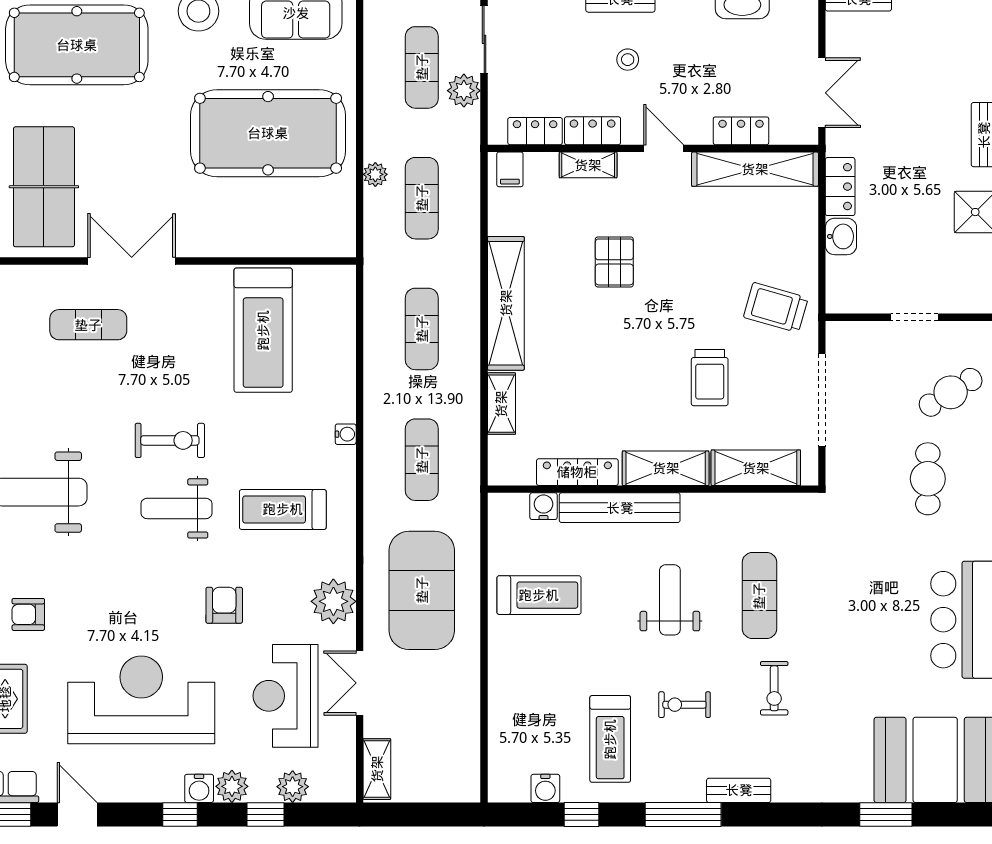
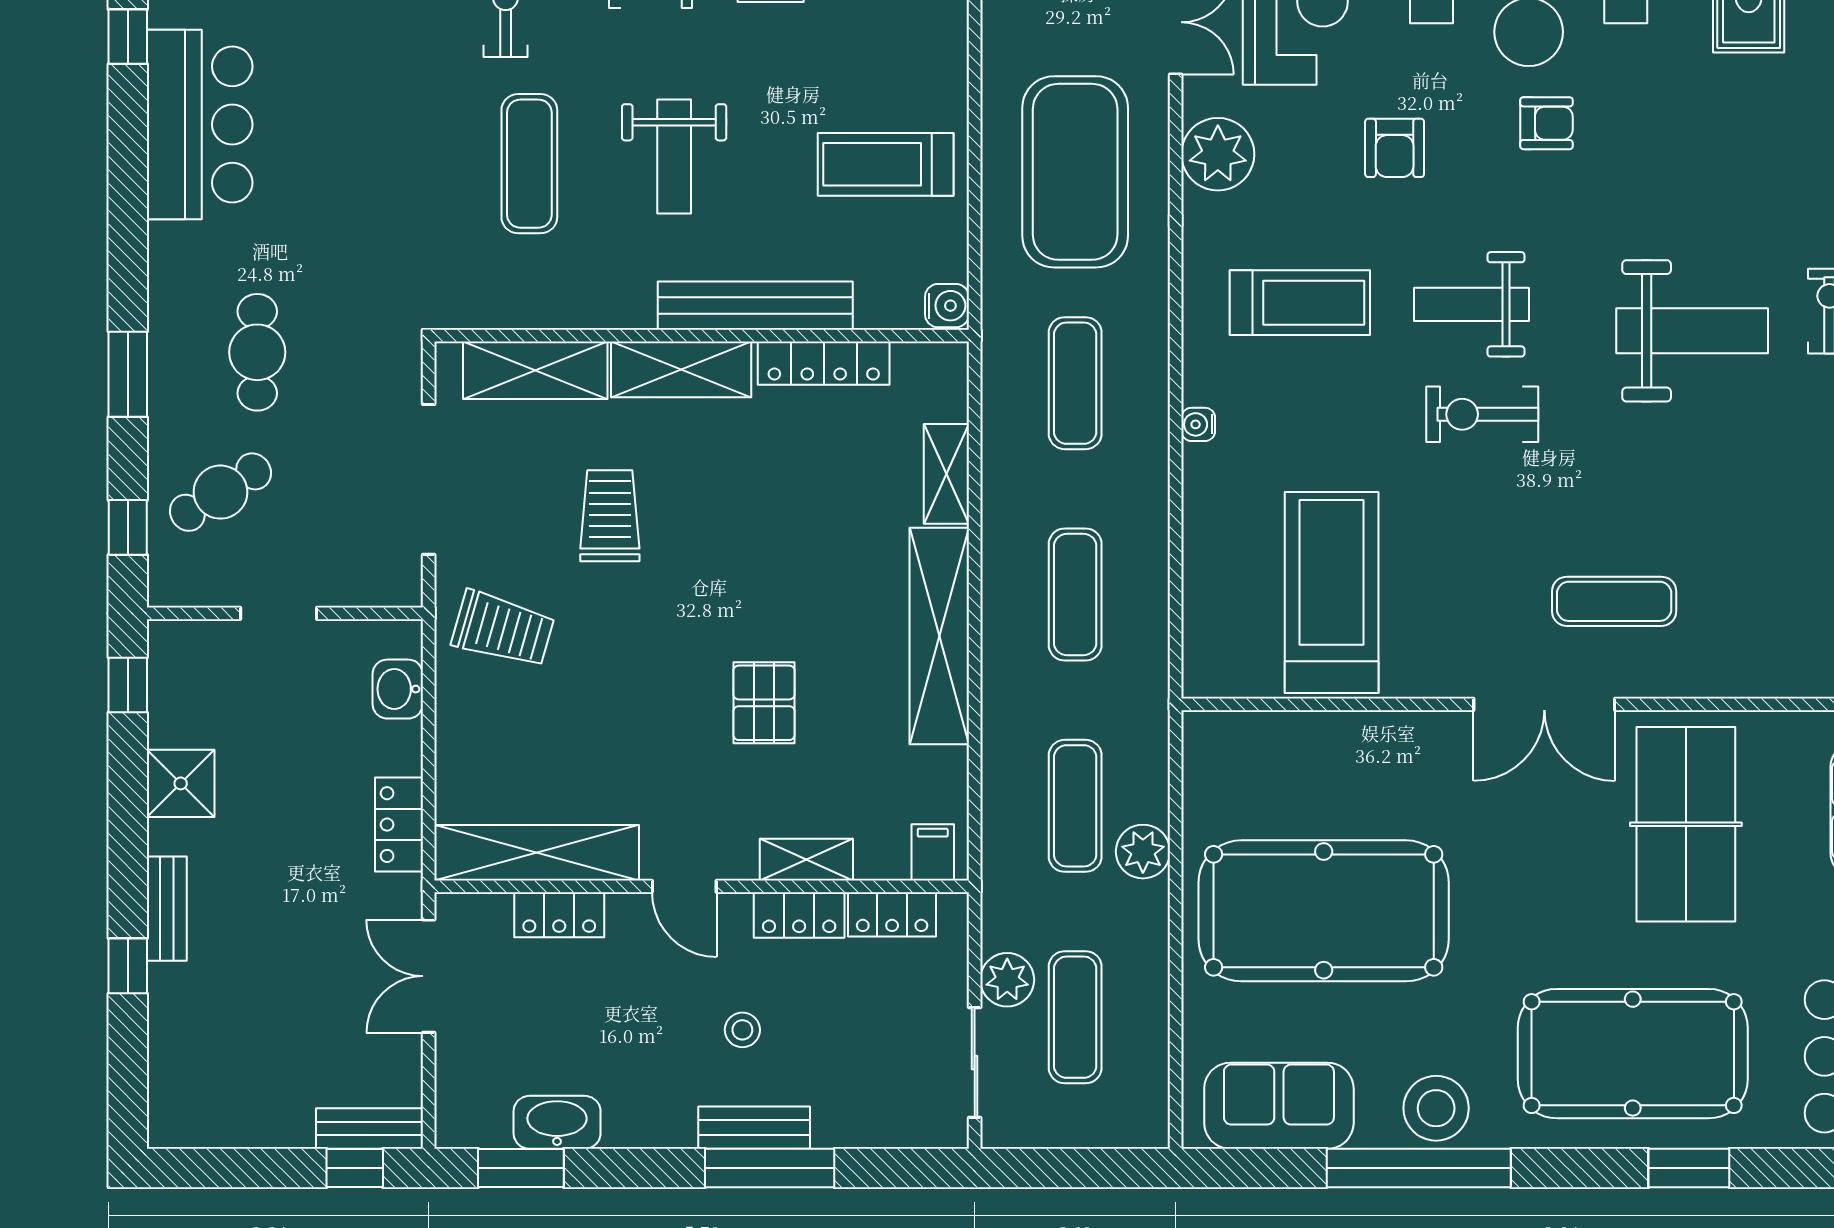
plant: (375, 174) -> (1143, 852), width x1.38, depth x1.38
washbasin: (841, 236) -> (398, 689), moved
water cooler: (544, 506) -> (947, 306), moved, turned -90
weight bench: (177, 508) -> (1472, 304), turned 180
armchair: (28, 614) -> (1546, 123), moved

